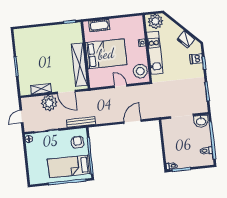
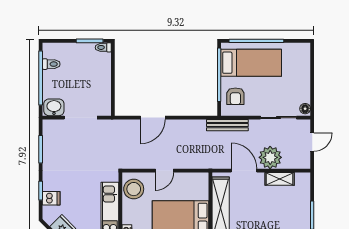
door: (121, 86) -> (164, 171), hinge flipped

